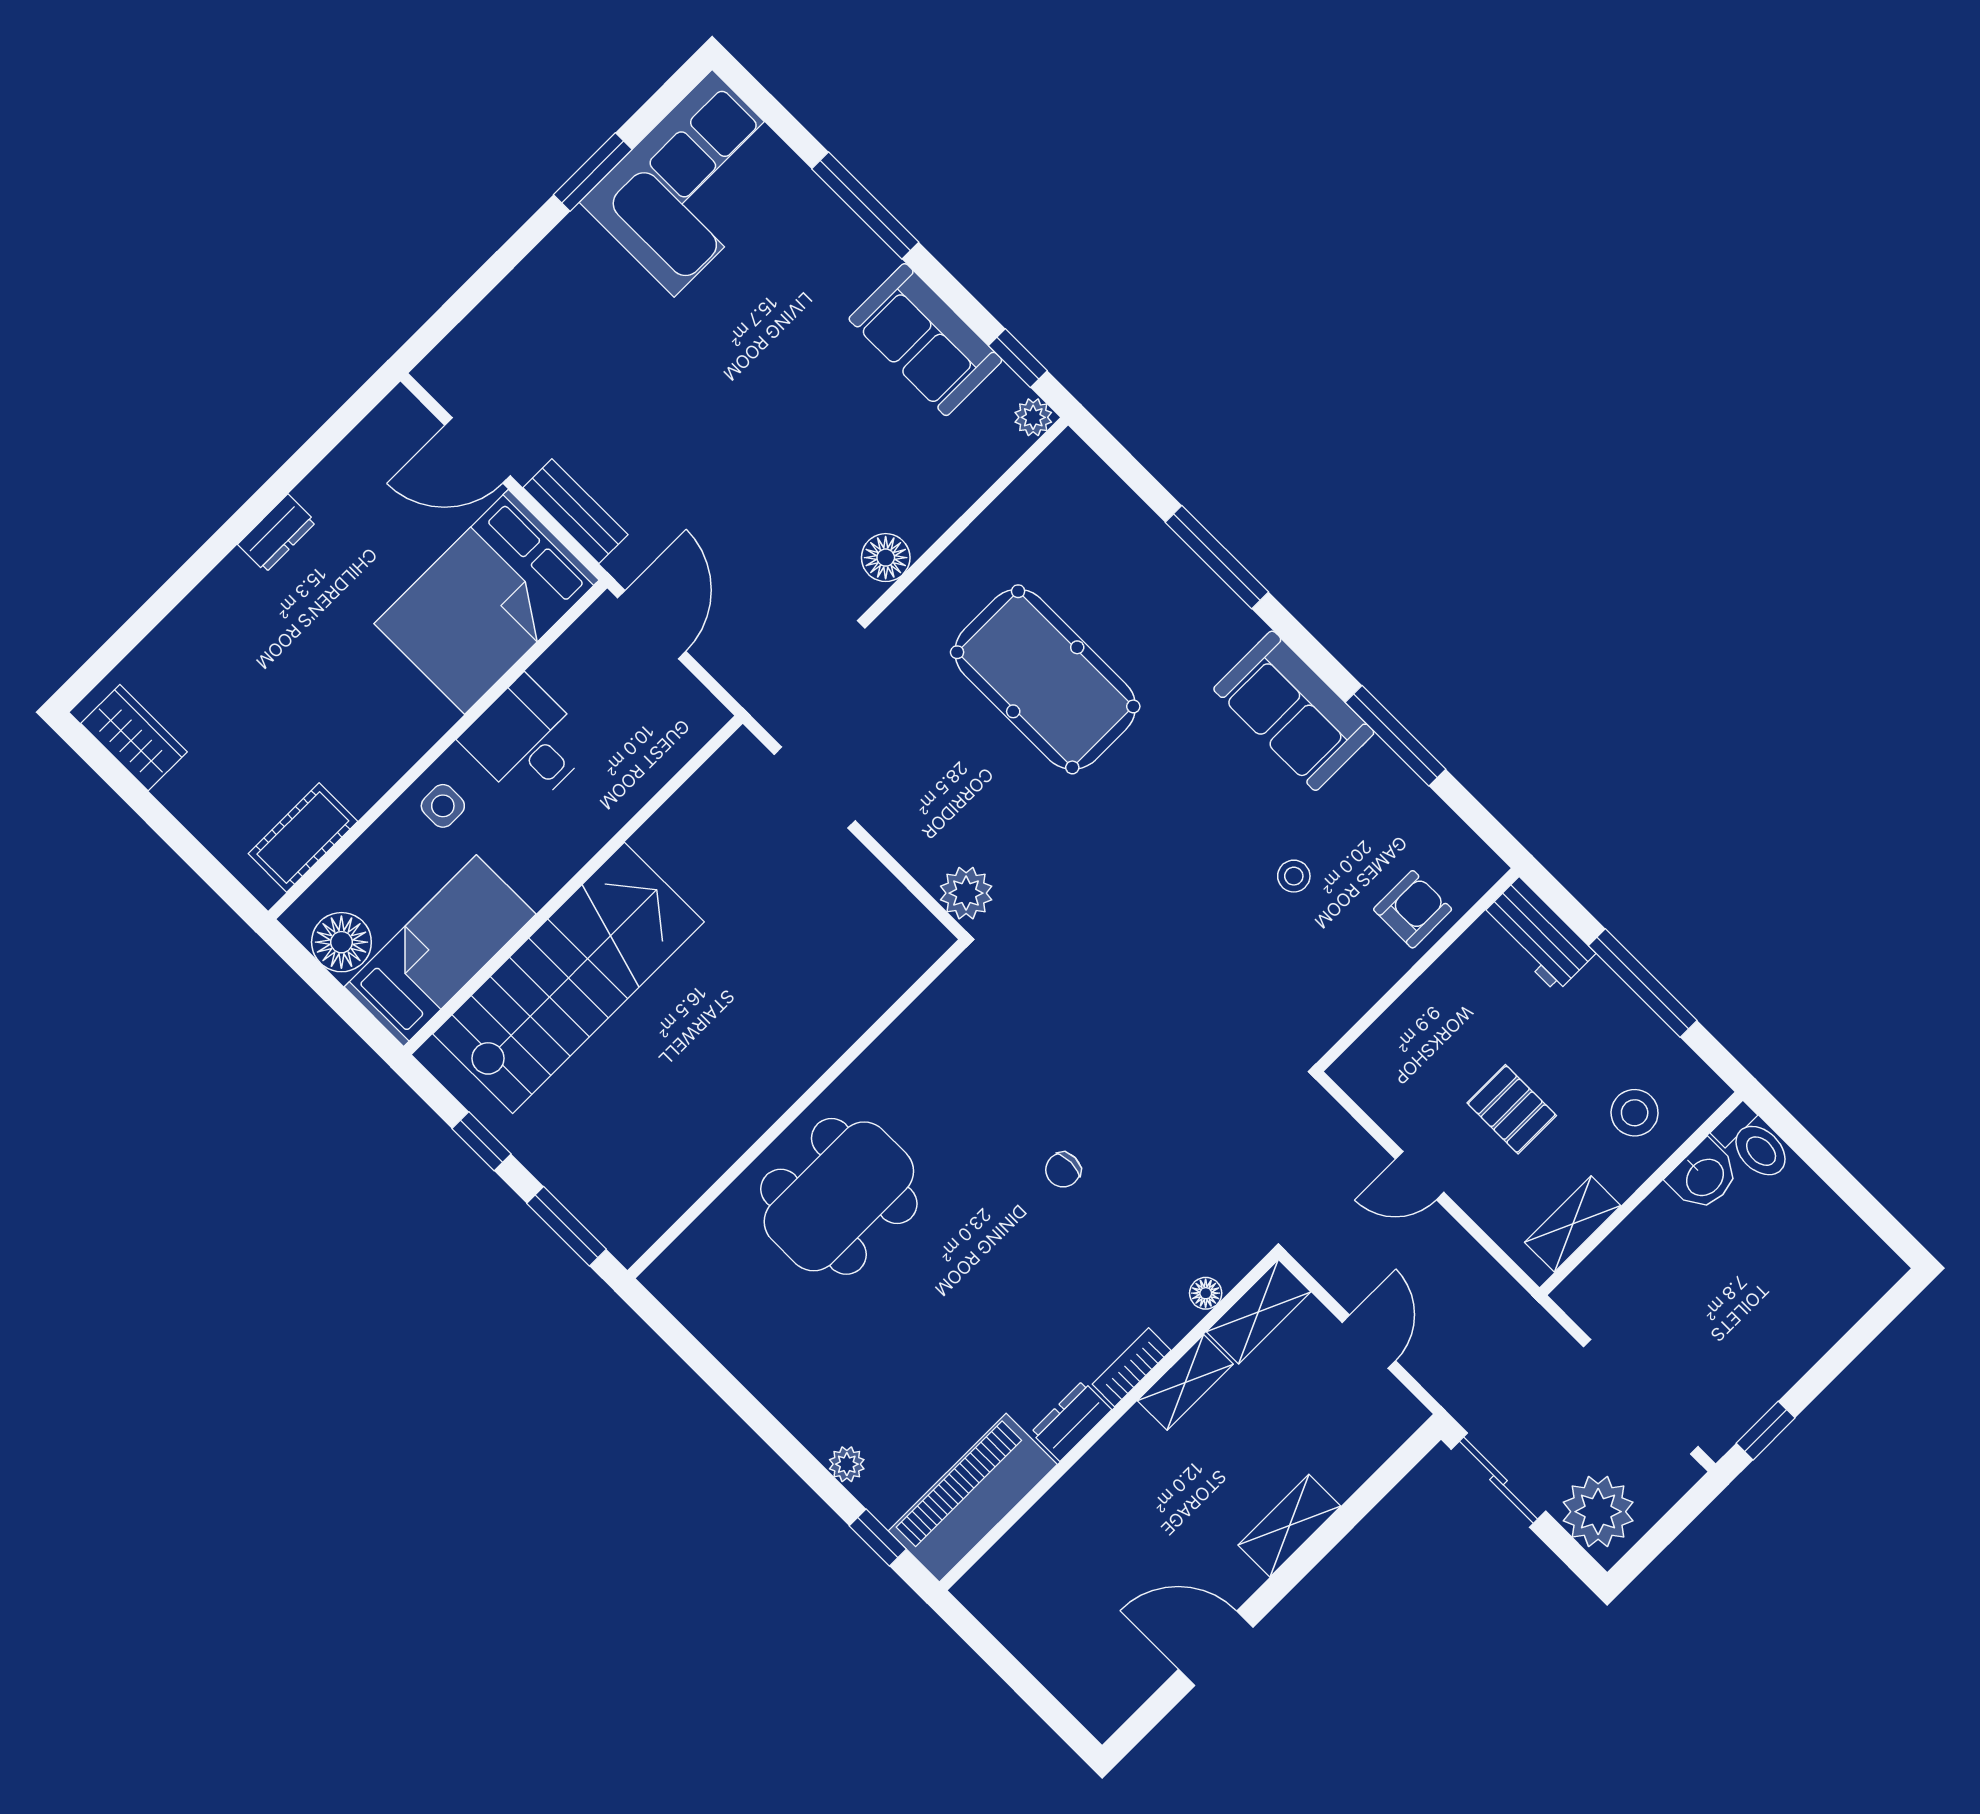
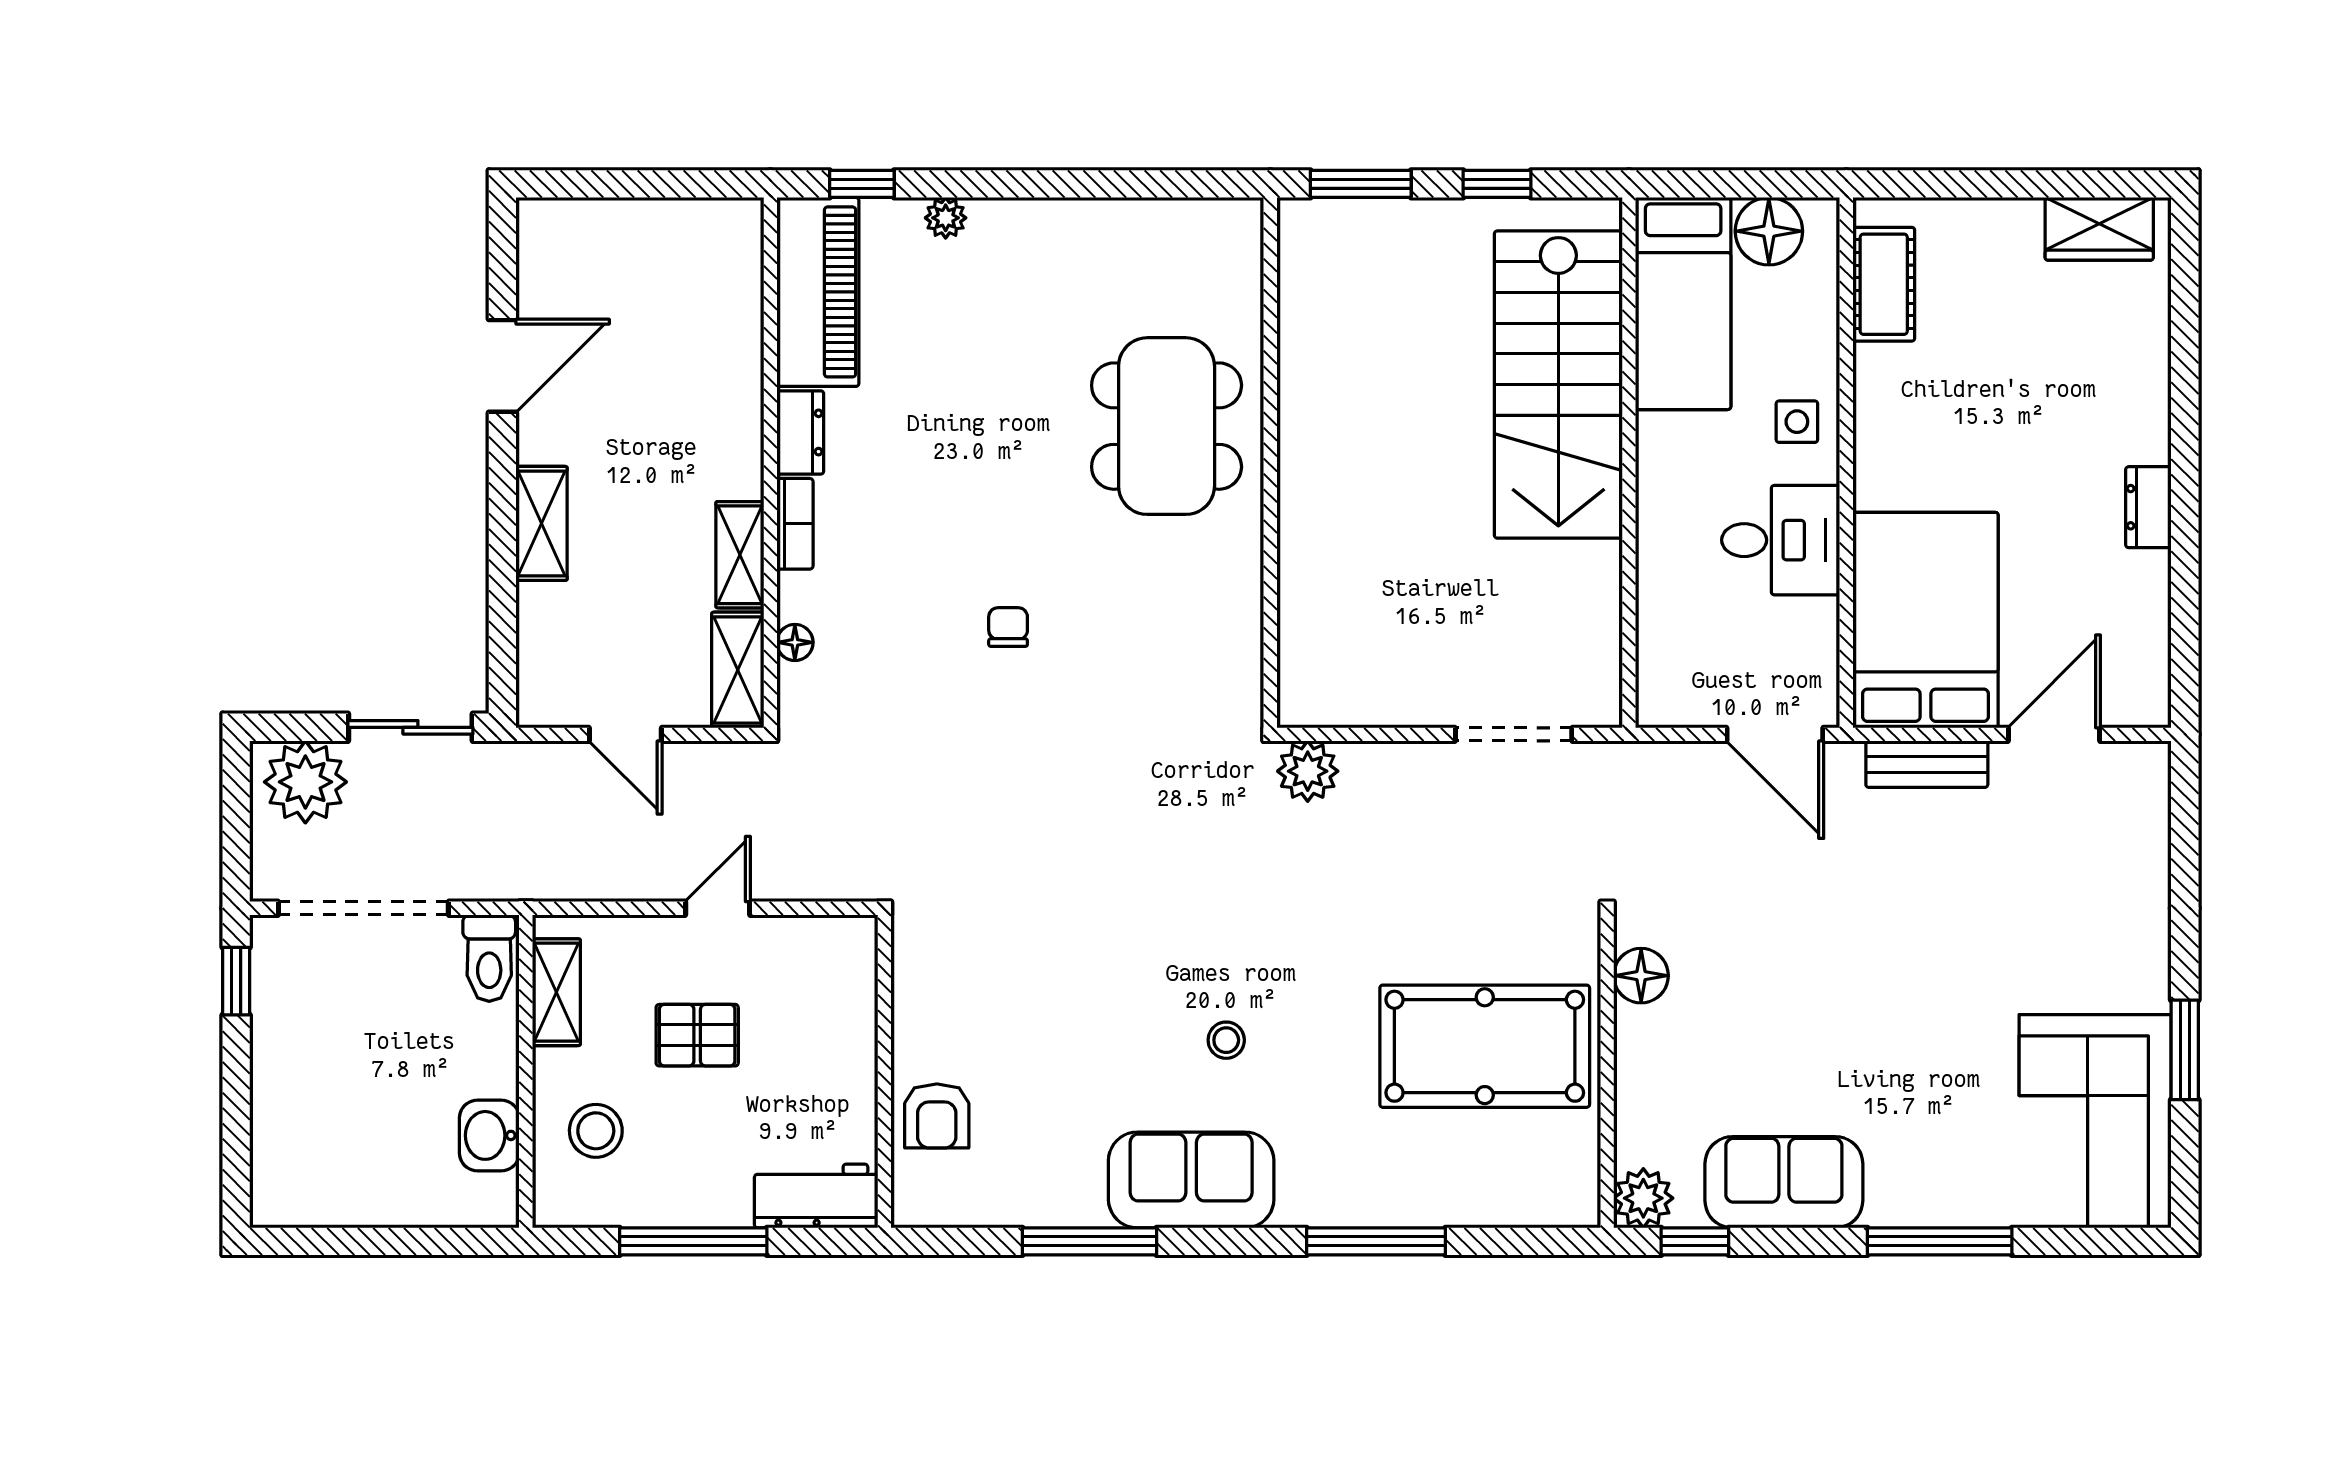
plant: (1033, 417) -> (1643, 1198), width x1.38, depth x1.38
pool table: (1045, 679) -> (1485, 1046), moved
stool: (1294, 876) -> (1226, 1040), moved
toilet: (1753, 1144) -> (489, 958), moved, turned -90

